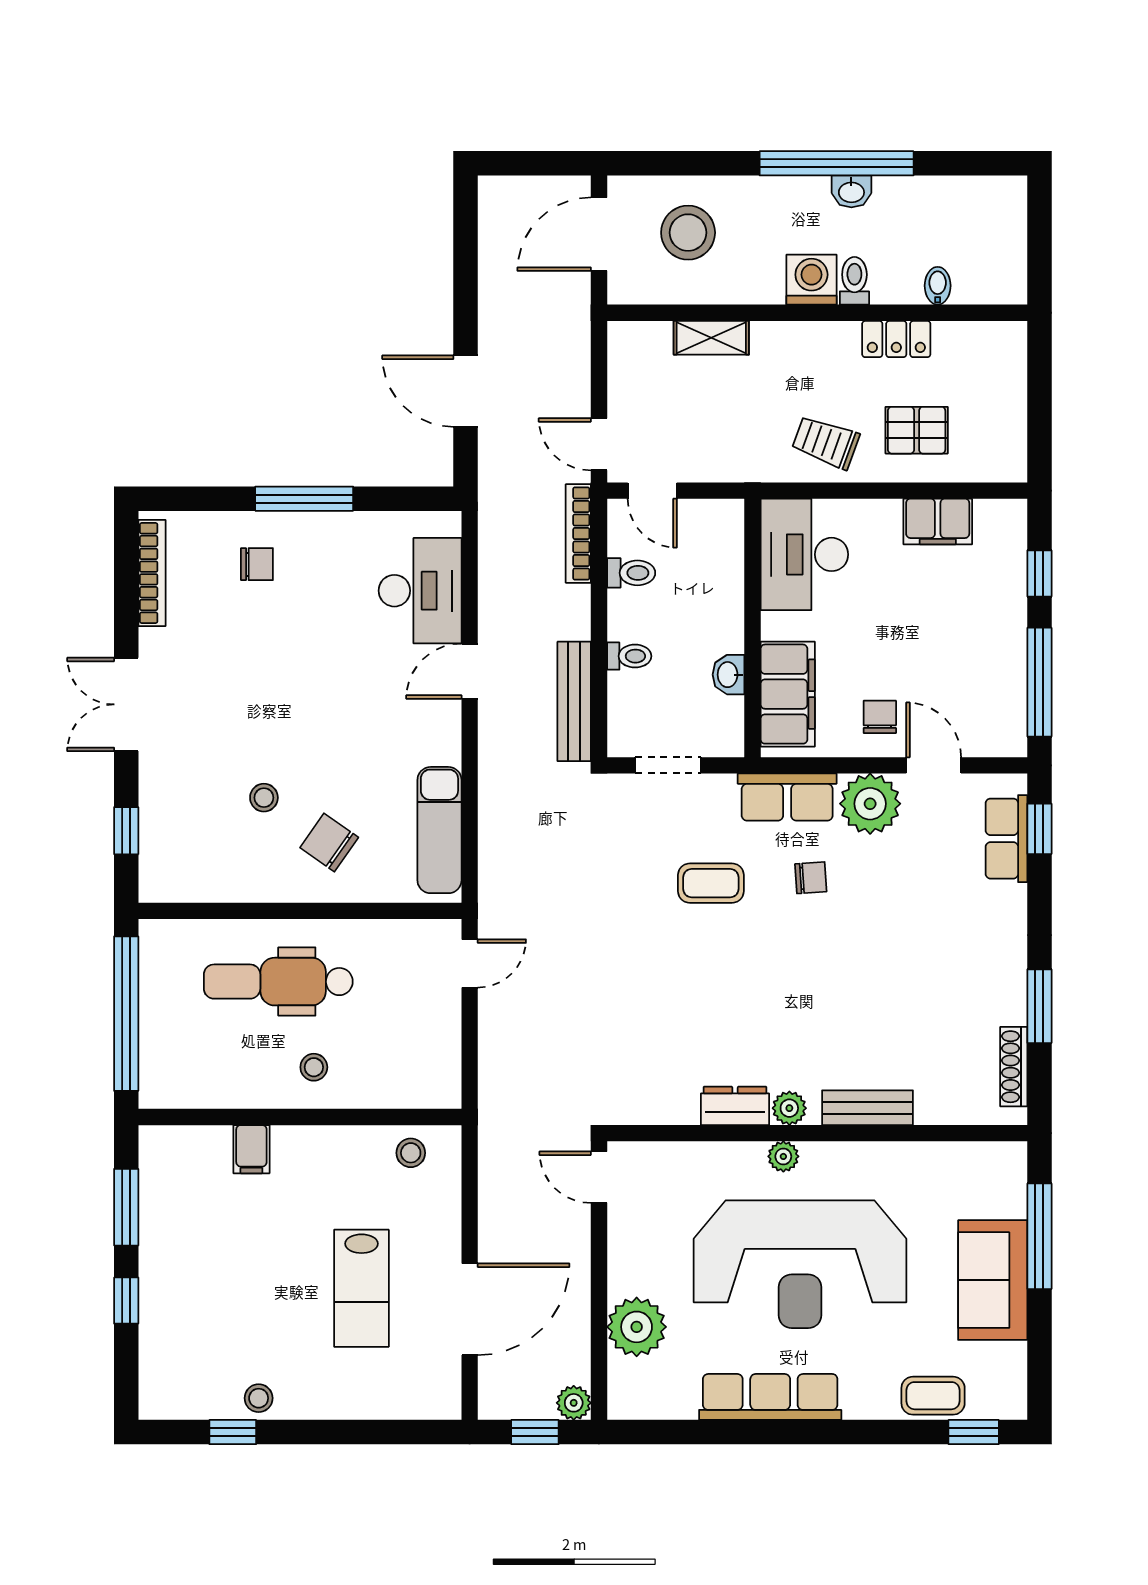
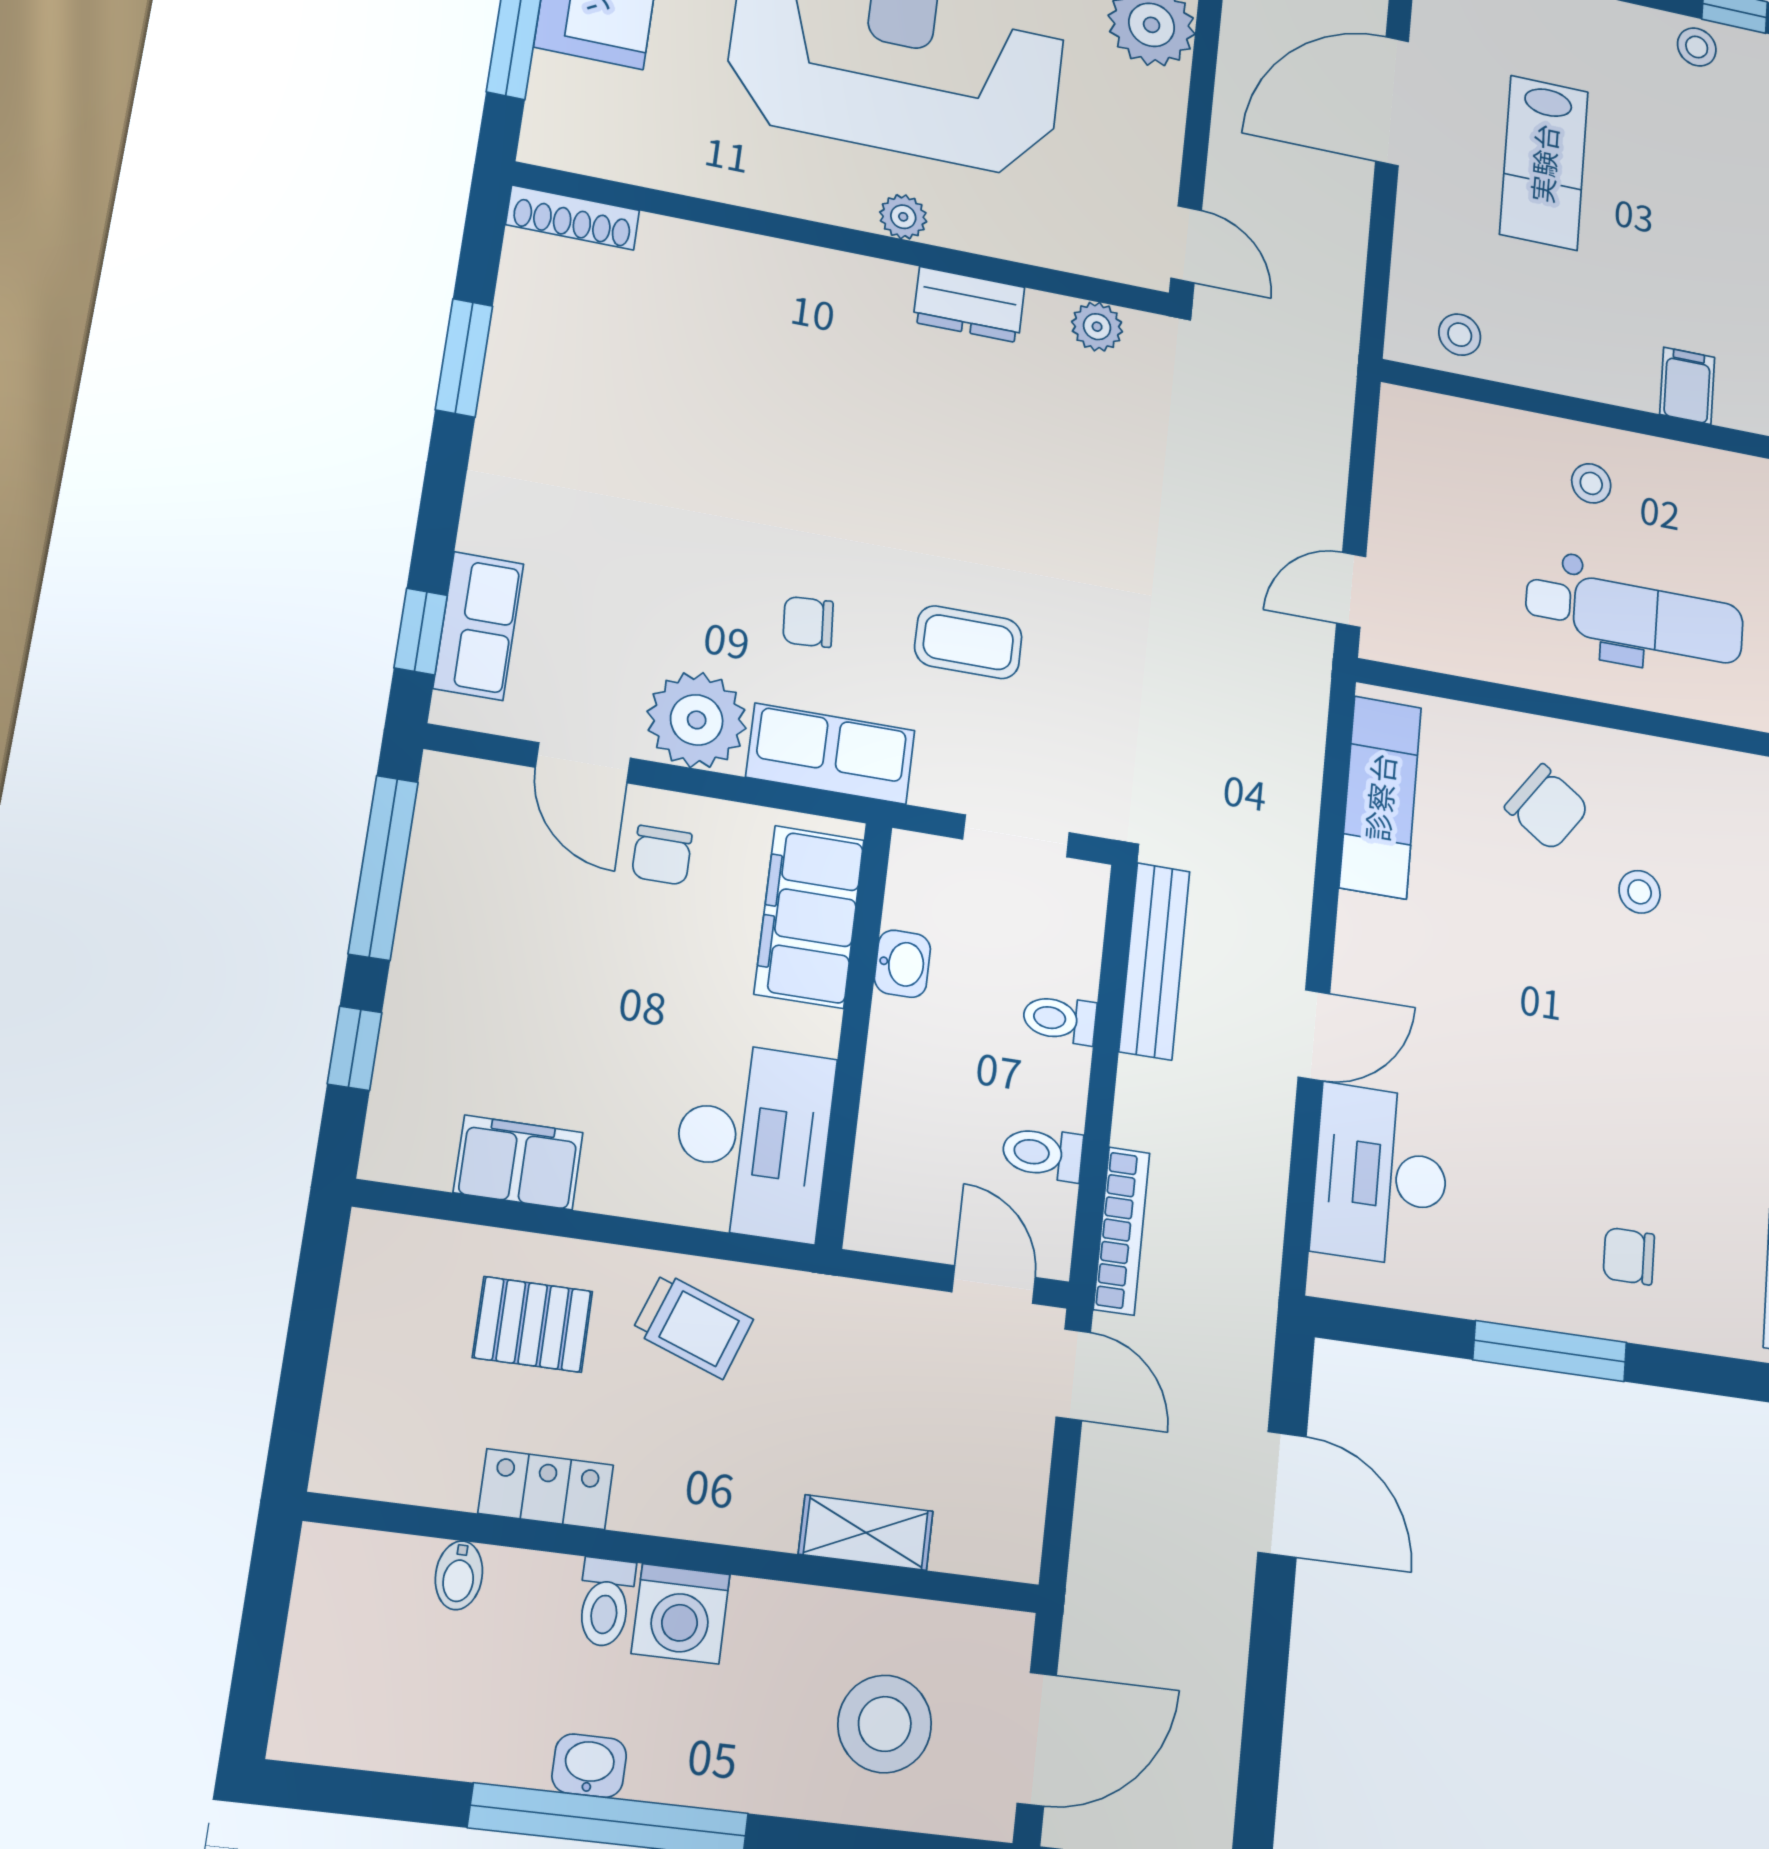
shoe rack: (1014, 1067) -> (573, 218), moved, turned 90
plant: (789, 1108) -> (1097, 327), moved
bench: (867, 1108) -> (763, 261), removed
lab bench: (361, 1288) -> (1544, 163), turned 180

